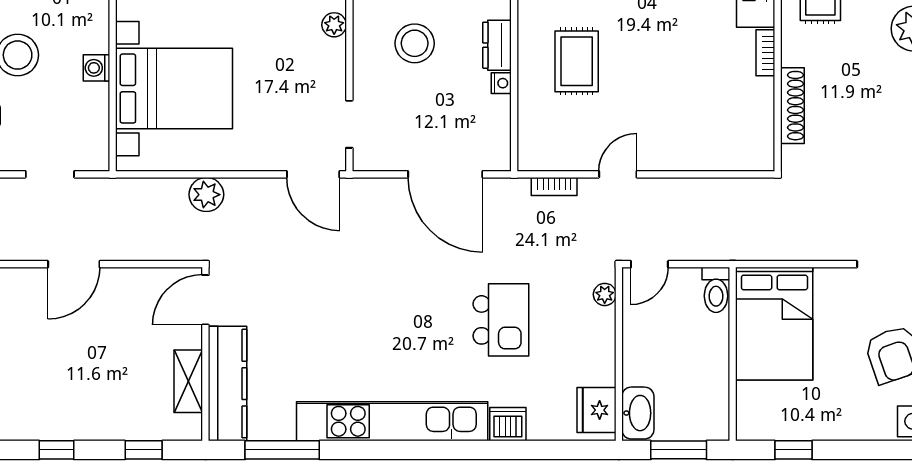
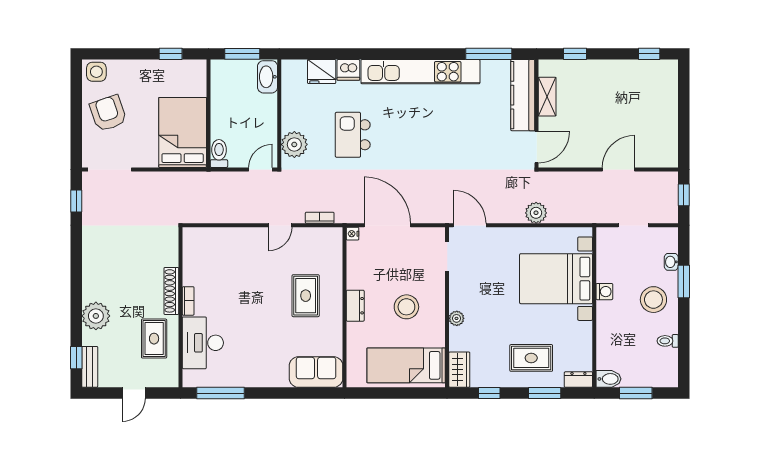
nightstand: (501, 83) -> (353, 234), moved
shoe rack: (792, 106) -> (171, 291), moved
plant: (605, 294) -> (294, 144), width x1.88, depth x1.88
fridge: (596, 410) -> (322, 72), moved, turned 90
window: (56, 450) -> (649, 54), moved

